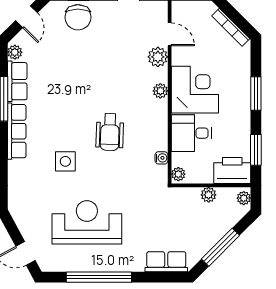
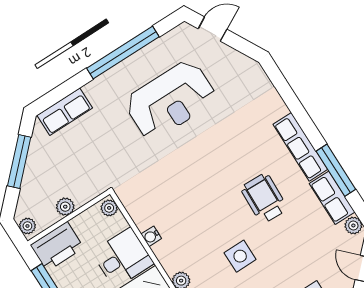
wheelchair: (110, 132) -> (264, 198), moved
water cooler: (161, 158) -> (151, 236), moved
side table: (65, 161) -> (240, 256), moved

